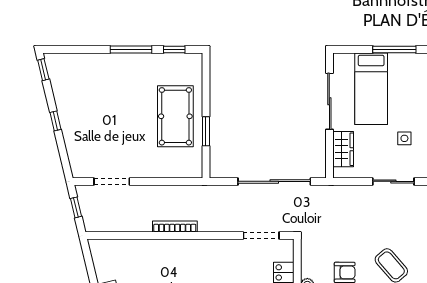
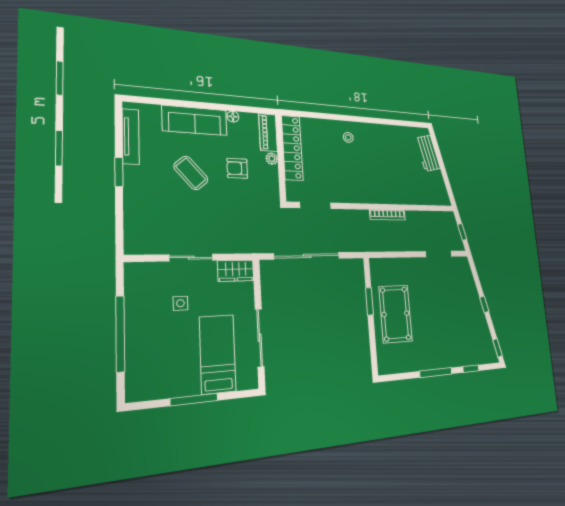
window: (174, 50) -> (471, 369), moved
wardrobe: (343, 149) -> (236, 271), moved, turned -90

